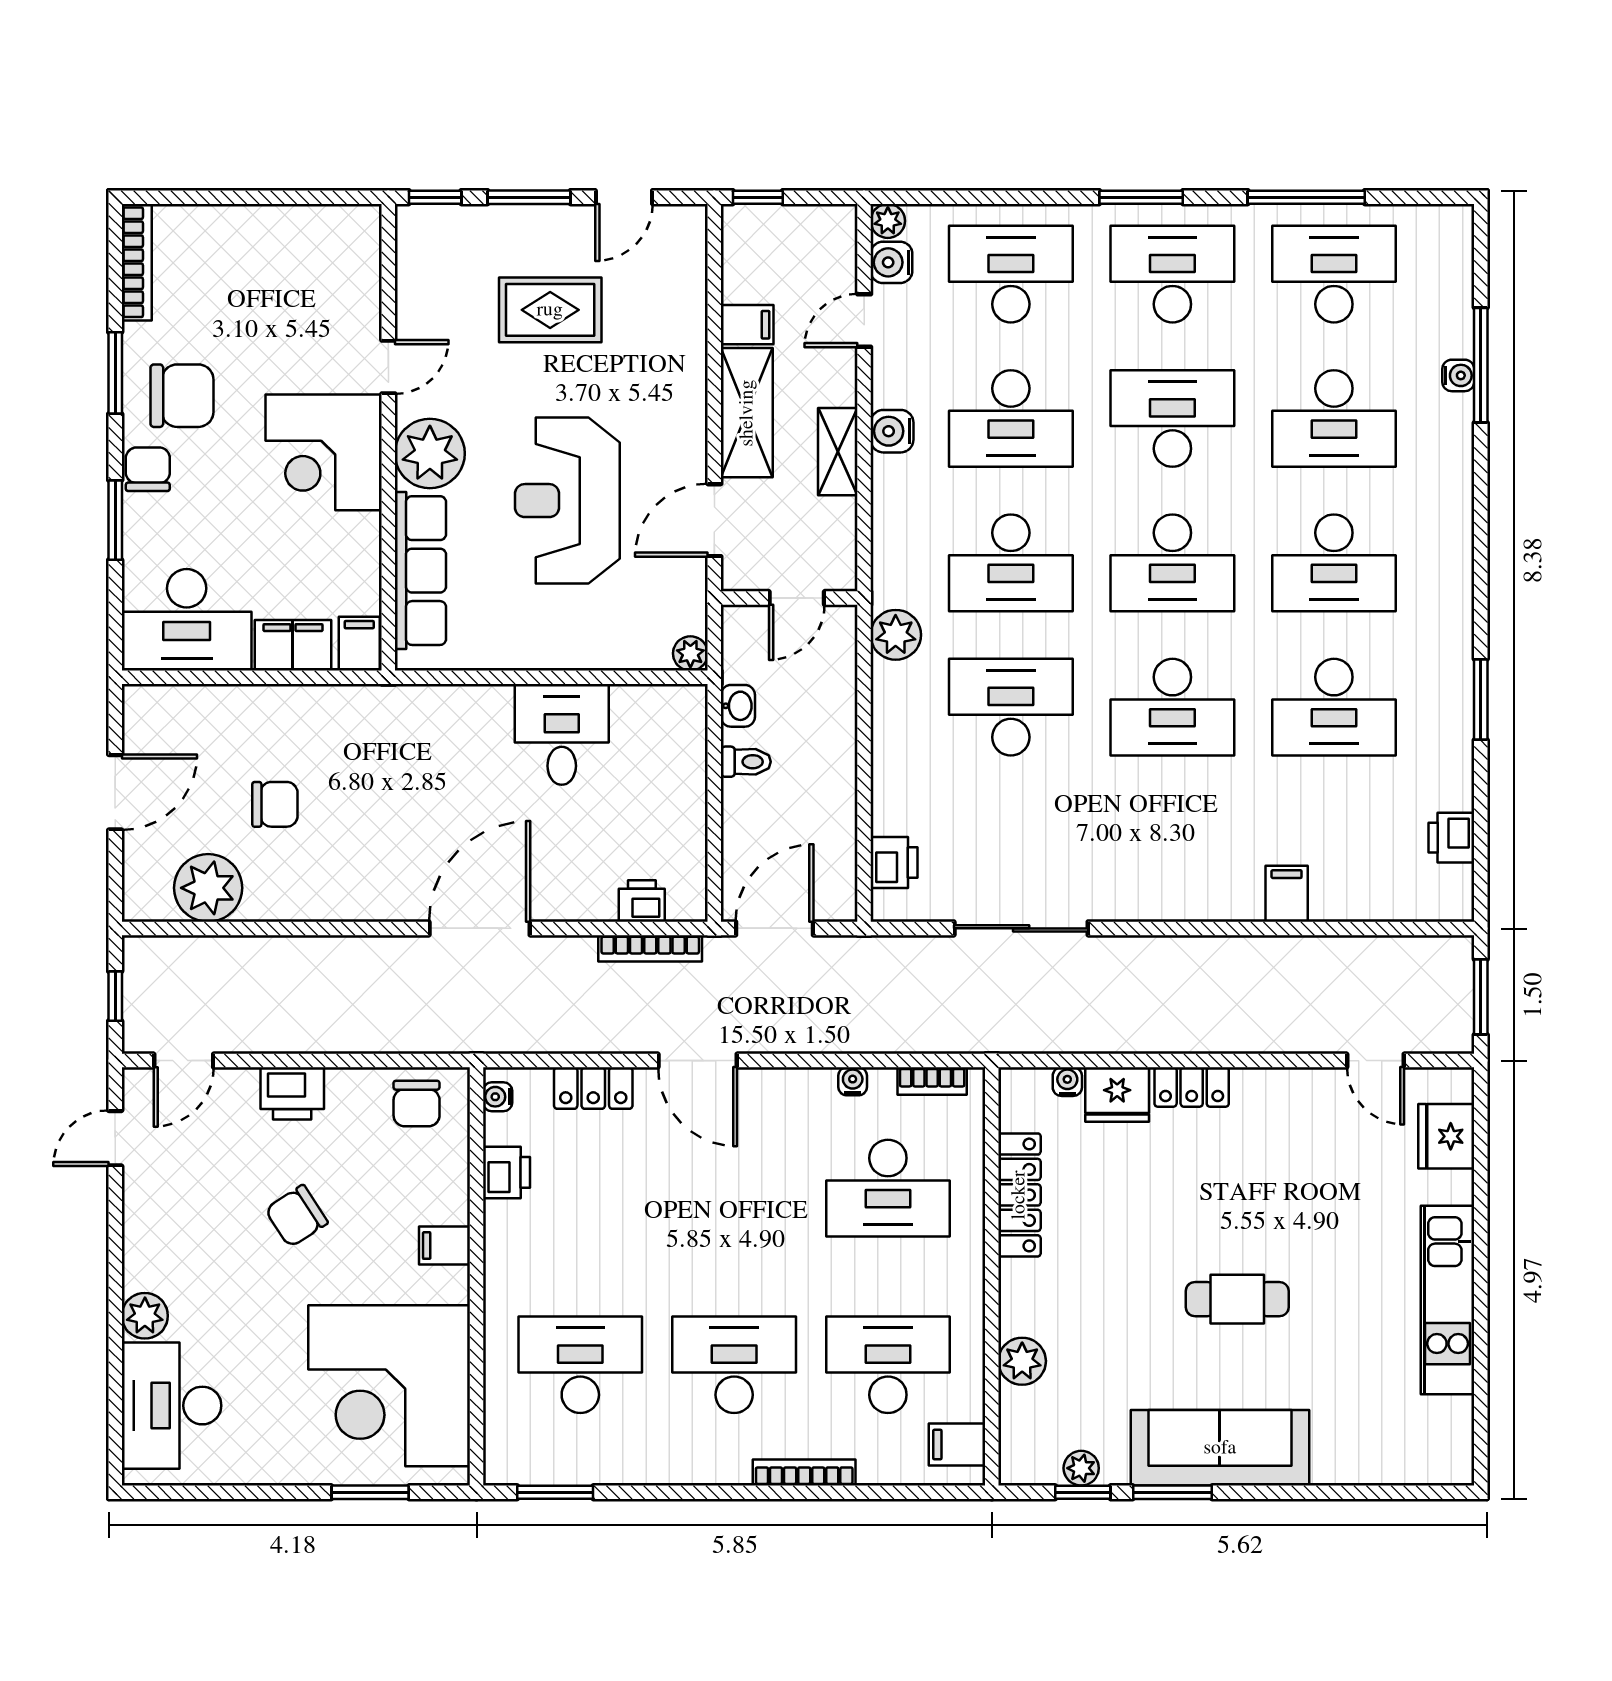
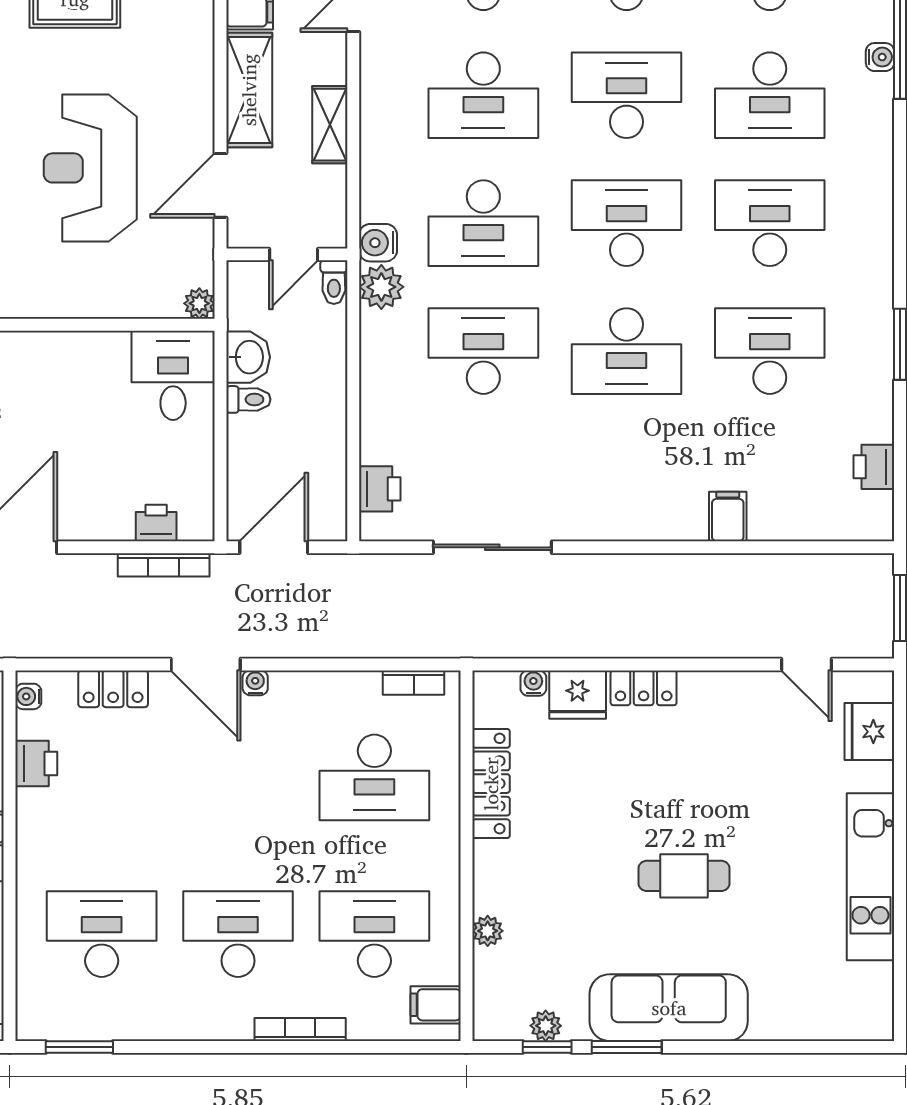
water cooler: (892, 431) -> (378, 243), moved
desk: (1172, 563) -> (627, 223), turned 180
desk: (1334, 563) -> (770, 223), turned 180
toilet: (842, 629) -> (334, 282), added
washbasin: (738, 706) -> (248, 357), width x1.38, depth x1.45
desk: (1334, 707) -> (770, 351), turned 180
desk: (562, 734) -> (173, 375), moved
water cooler: (853, 1081) -> (255, 683), moved
plant: (1022, 1361) -> (488, 931), width x0.73, depth x0.73

